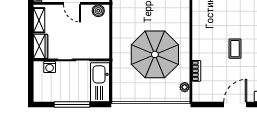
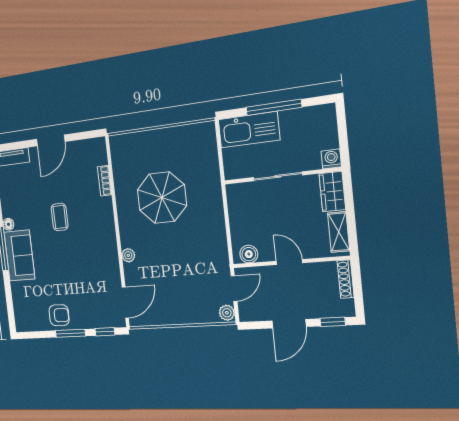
parasol: (155, 54) -> (162, 198), width x0.73, depth x0.73
washing machine: (50, 67) -> (331, 159), moved
kitchen sink: (100, 82) -> (249, 130), moved, turned 90
plant: (185, 87) -> (128, 255), moved

